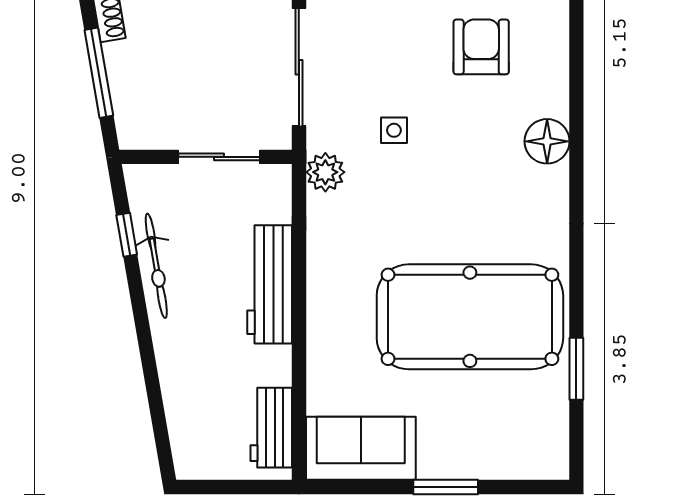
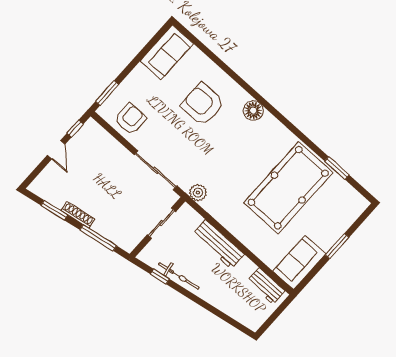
armchair: (481, 47) -> (203, 104), width x1.36, depth x1.36
side table: (394, 130) -> (204, 158), removed

